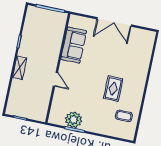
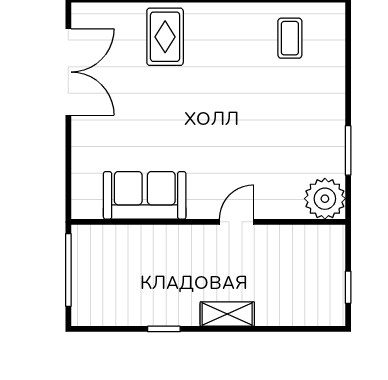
double door: (114, 22) -> (68, 72), moved
rug: (113, 89) -> (165, 37), moved, turned 90
plant: (73, 120) -> (325, 199), moved

